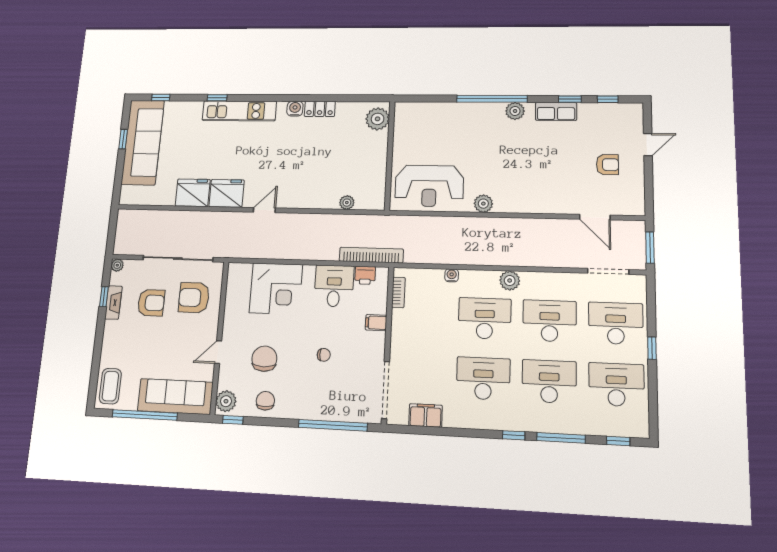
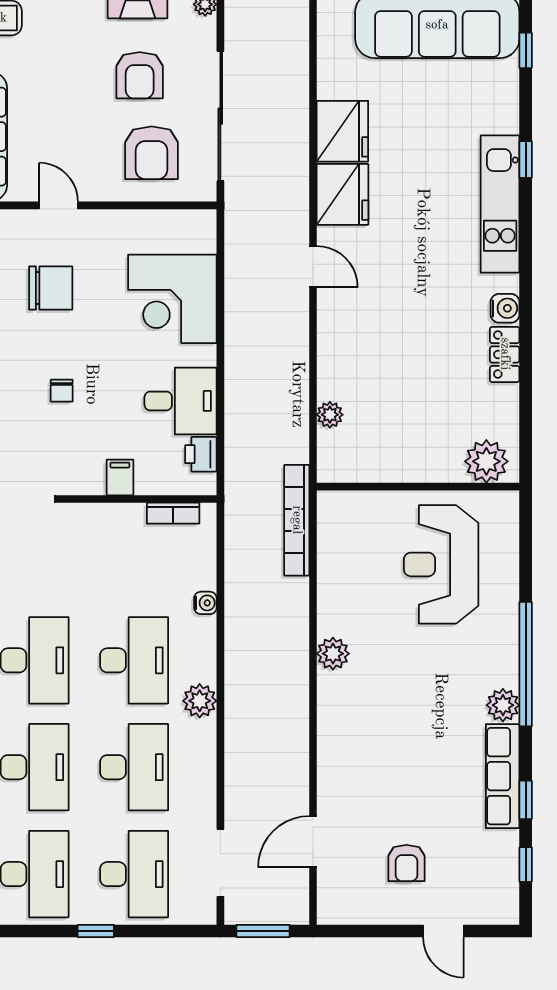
row of seats: (556, 111) -> (503, 776), width x1.48
reception desk: (429, 186) -> (441, 564), moved
bookcase: (371, 255) -> (297, 520), moved, turned 180
armchair: (194, 298) -> (152, 153), turned 180

